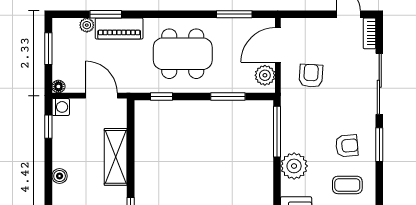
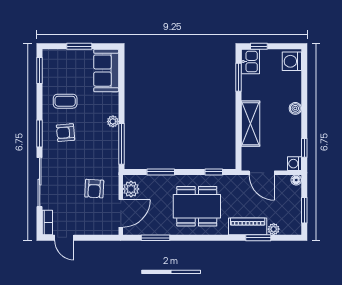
plant: (294, 166) -> (113, 121), width x0.53, depth x0.53

